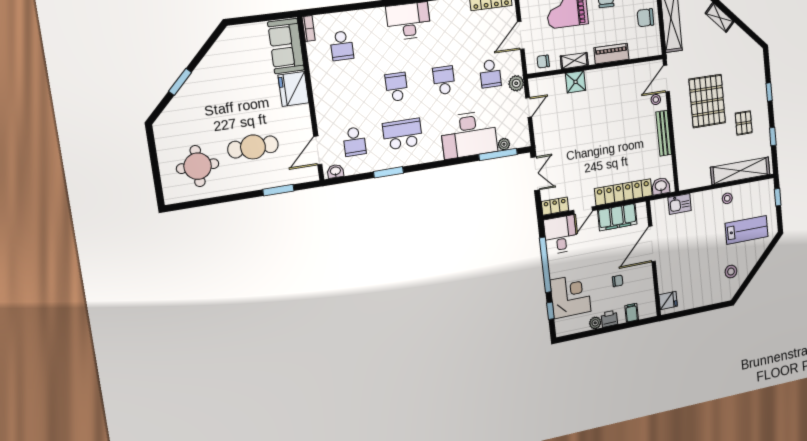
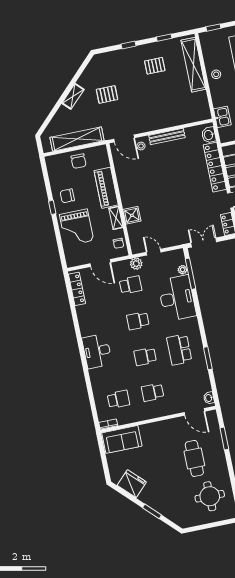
piano: (611, 54) -> (106, 188), width x1.37, depth x1.33
fridge: (293, 89) -> (132, 484), moved, turned -135
pallet: (707, 101) -> (107, 94), moved, width x0.49, depth x0.50
school desk: (354, 142) -> (153, 392), moved, turned 180

